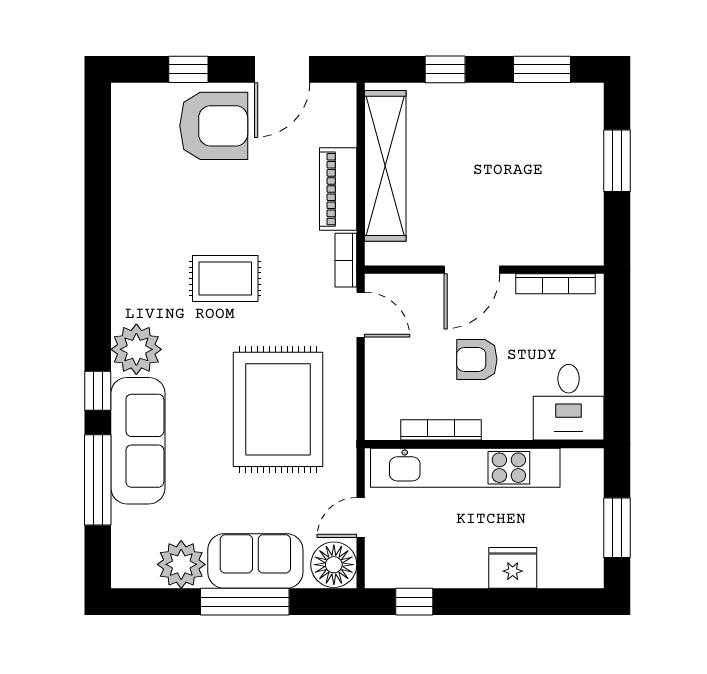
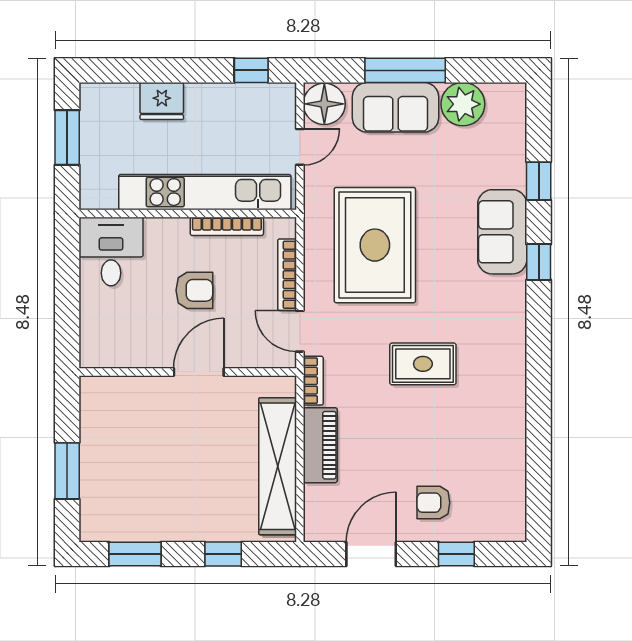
armchair: (214, 126) -> (433, 503), width x0.53, depth x0.53
bookcase: (555, 284) -> (287, 275), moved, turned -90
plant: (136, 349) -> (504, 300), removed
sofa: (138, 441) -> (502, 232), width x0.73
window: (98, 480) -> (539, 181), width x0.46

